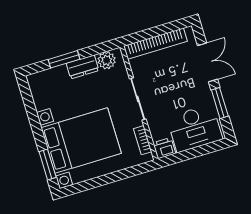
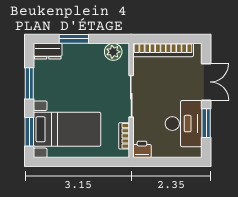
dresser: (82, 67) -> (48, 51), moved
window: (33, 117) -> (29, 83), added
desk: (195, 128) -> (184, 124), moved, turned -90
bed with nightstands: (81, 141) -> (67, 129), width x0.73

